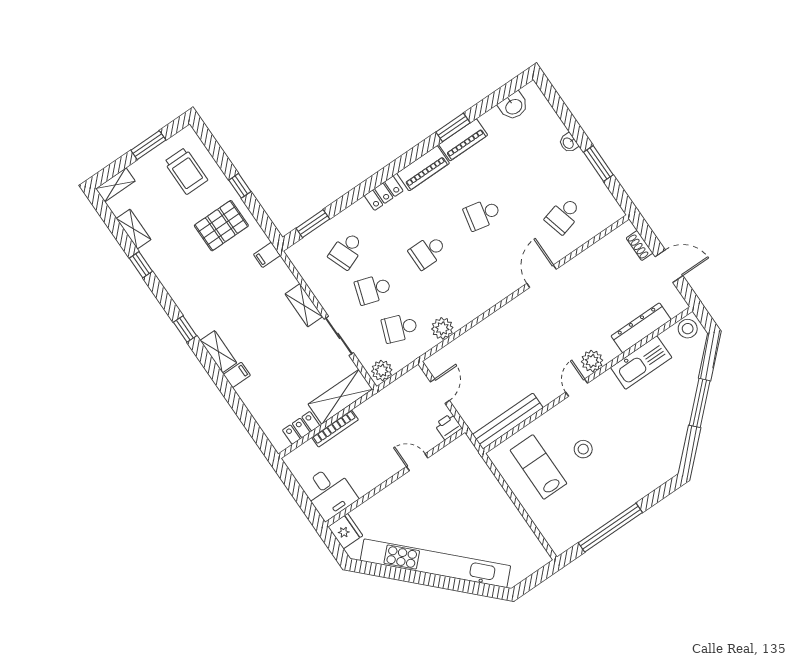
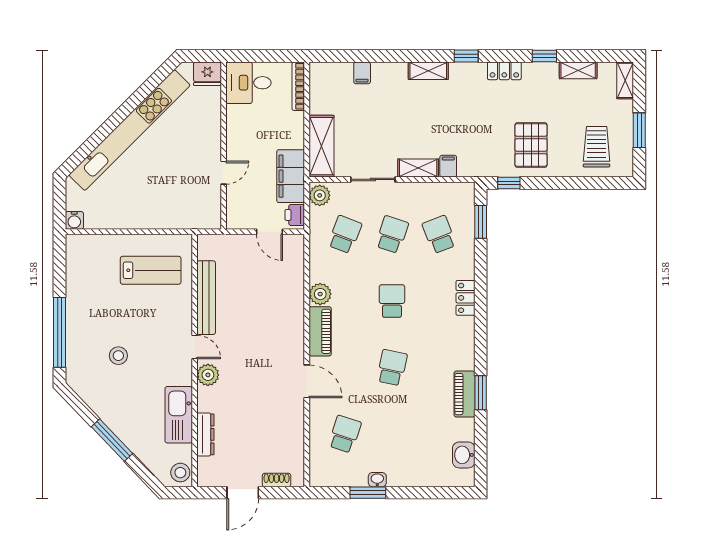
washbasin: (569, 143) -> (377, 480), moved
piano: (423, 168) -> (320, 331), moved, turned 180
trolley: (186, 171) -> (597, 147), turned 90
window: (240, 186) -> (509, 183), moved
school desk: (563, 215) -> (345, 434), turned 33
filing cabinet: (267, 255) -> (448, 166), moved
plant: (442, 328) -> (320, 294), moved
dresser: (641, 328) -> (205, 434), width x0.73, depth x0.80
filing cabinet: (237, 375) -> (362, 73), moved
filing cabinet: (382, 405) -> (291, 176), added
bench: (508, 421) -> (206, 298), moved
printer: (448, 426) -> (295, 215), moved, turned 180
locker: (301, 428) -> (504, 71), moved, turned 90
bookcase: (335, 429) -> (298, 86), moved
stool: (583, 449) -> (118, 356), moved
window: (610, 528) -> (60, 332), moved
water cooler: (541, 558) -> (74, 220), added

